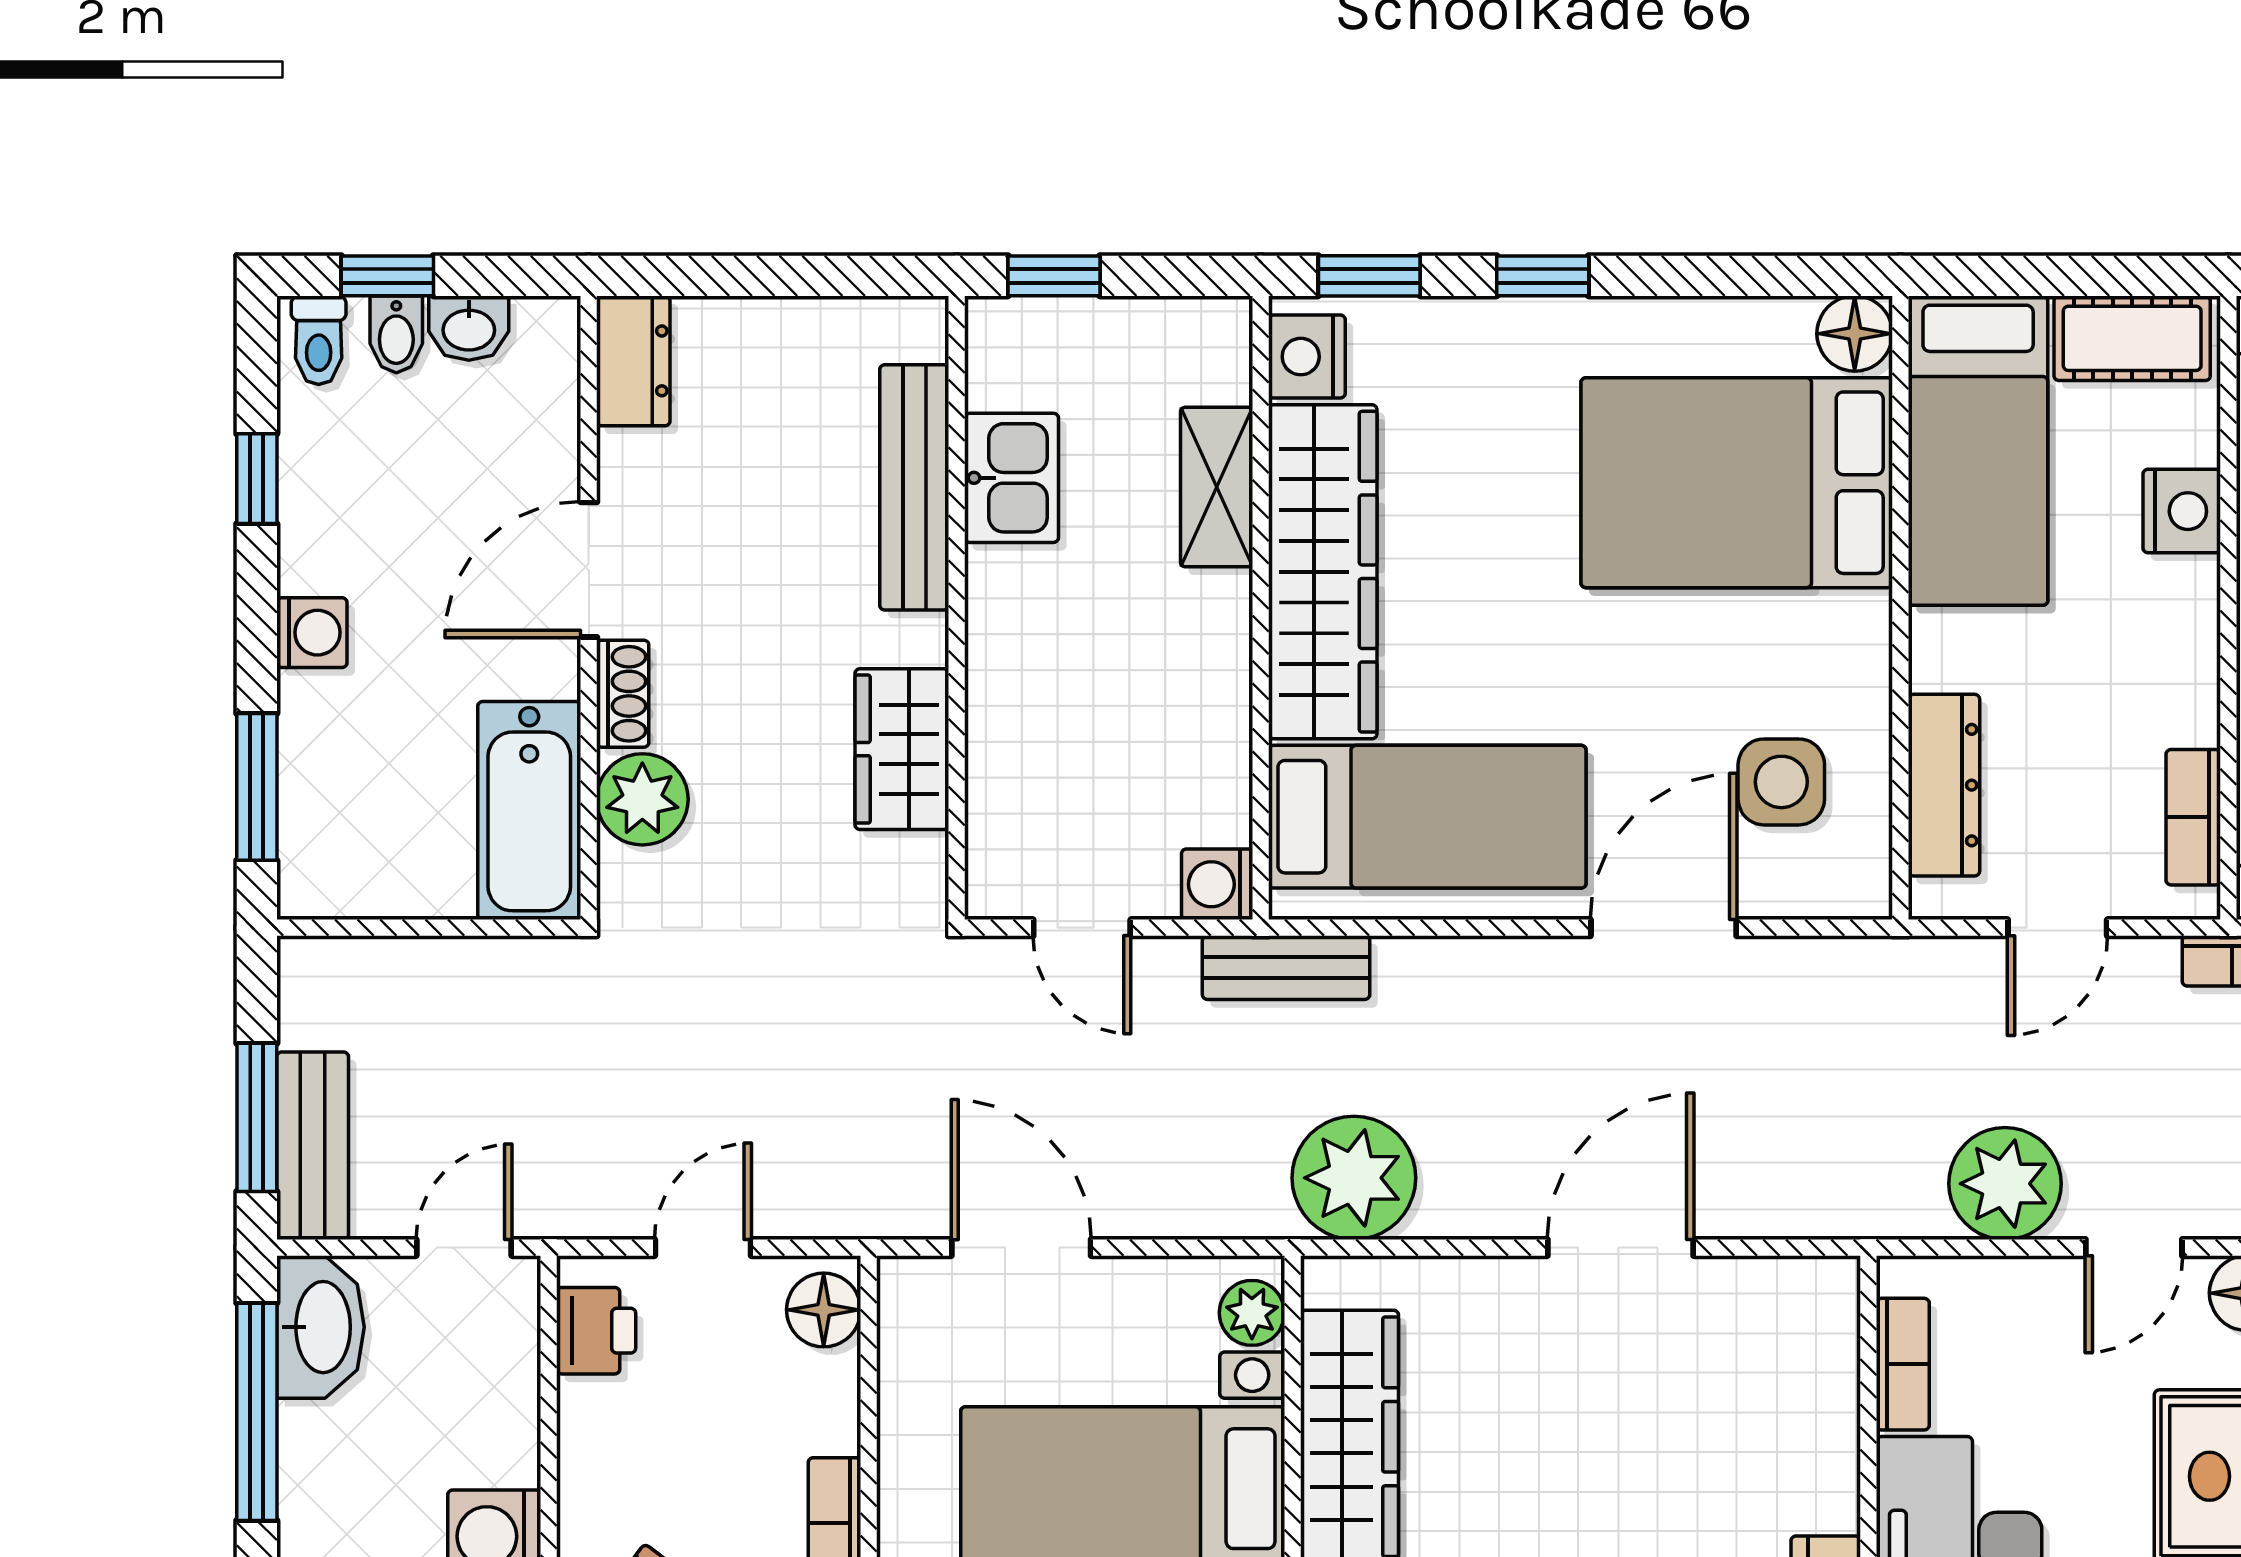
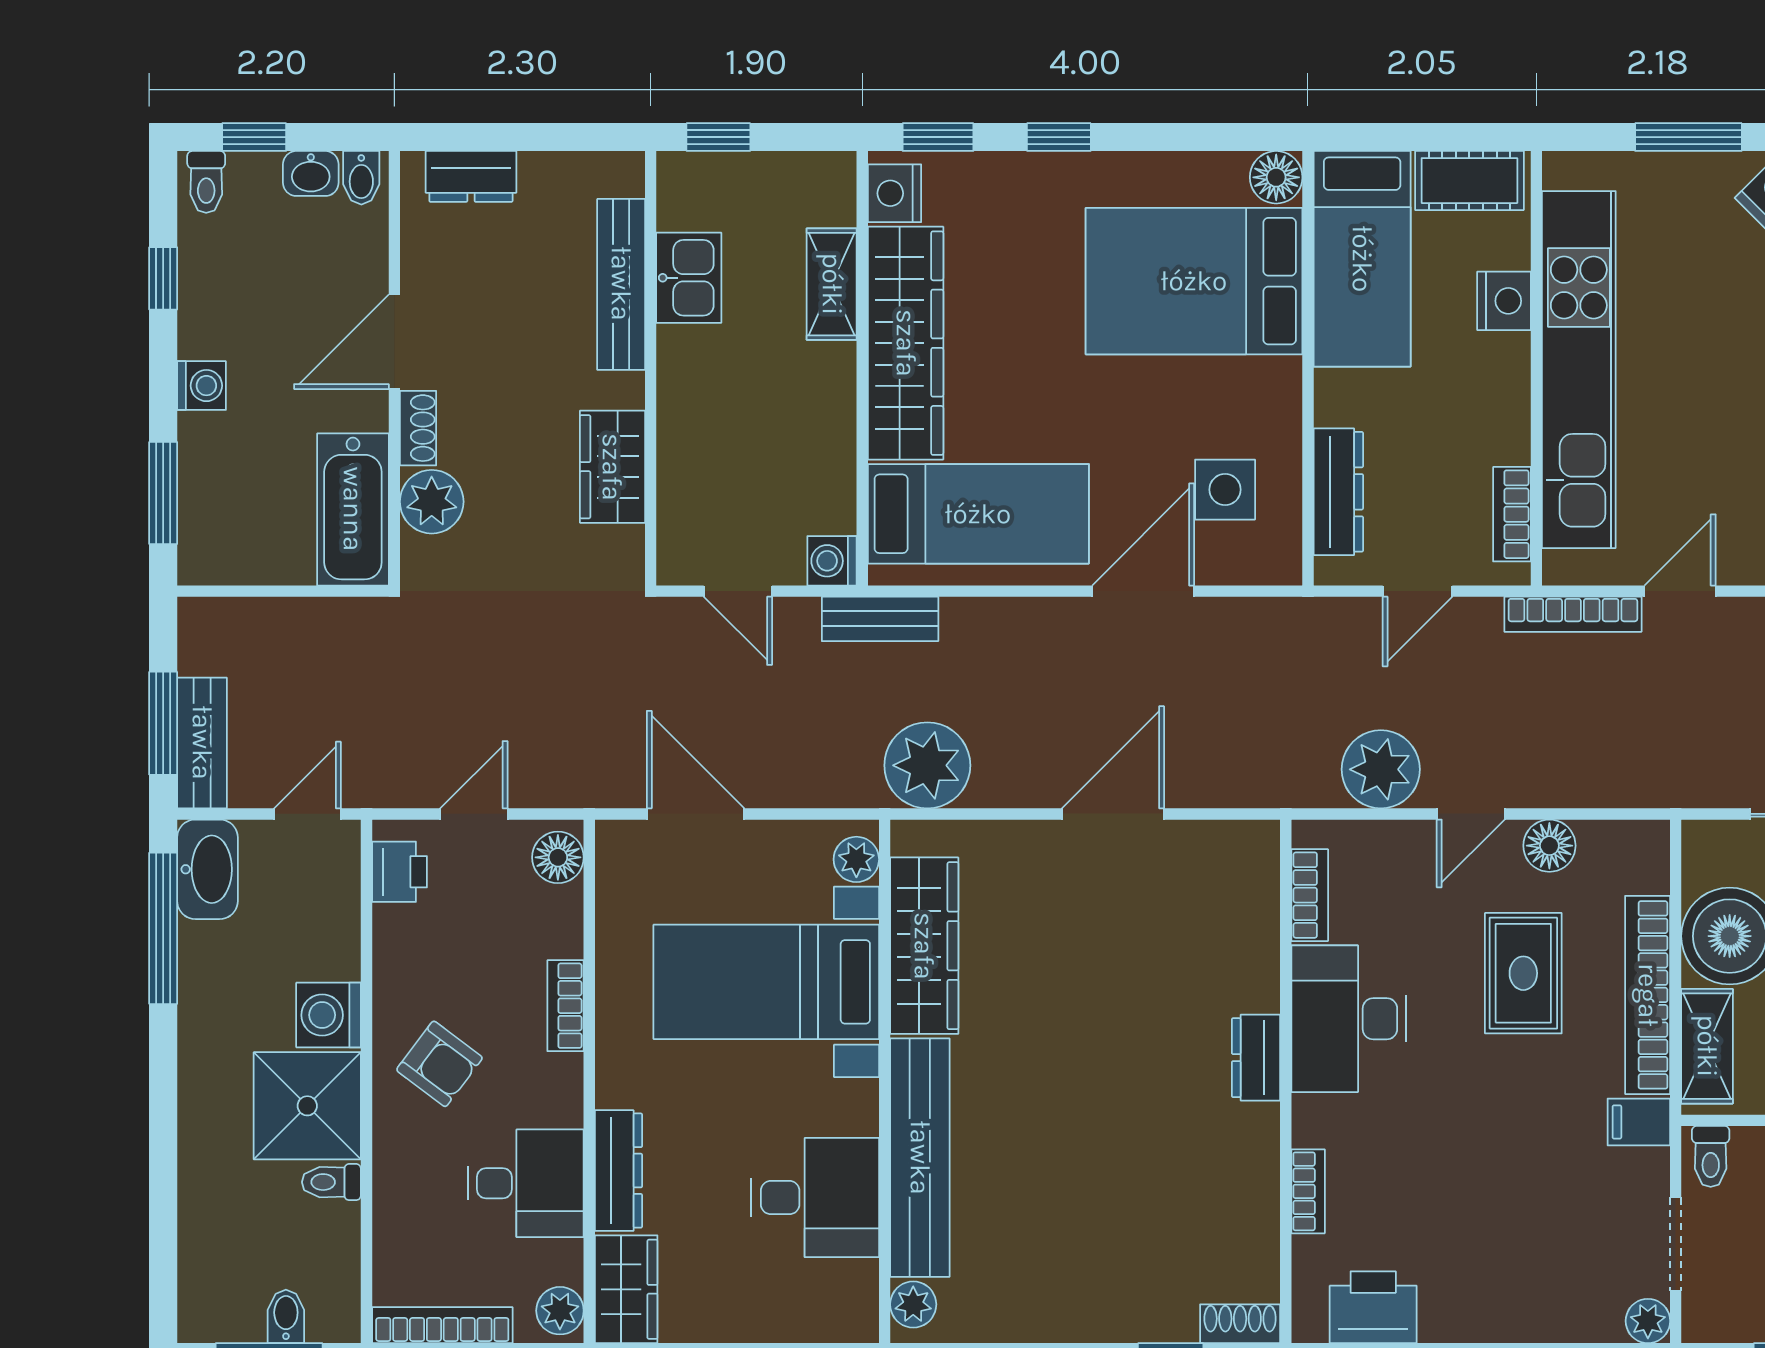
bidet: (396, 334) -> (361, 178), moved
dresser: (633, 361) -> (471, 176), moved, turned 90

